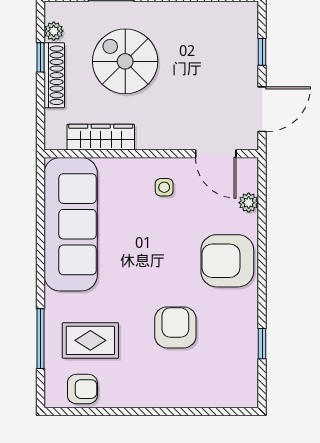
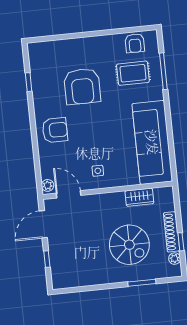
wardrobe: (101, 137) -> (139, 197), width x0.67
plant: (249, 203) -> (48, 185), moved
armchair: (227, 261) -> (55, 130), width x0.73, depth x0.73
armchair: (175, 327) -> (82, 86), width x1.36, depth x1.36
armchair: (82, 389) -> (135, 43), turned -90

